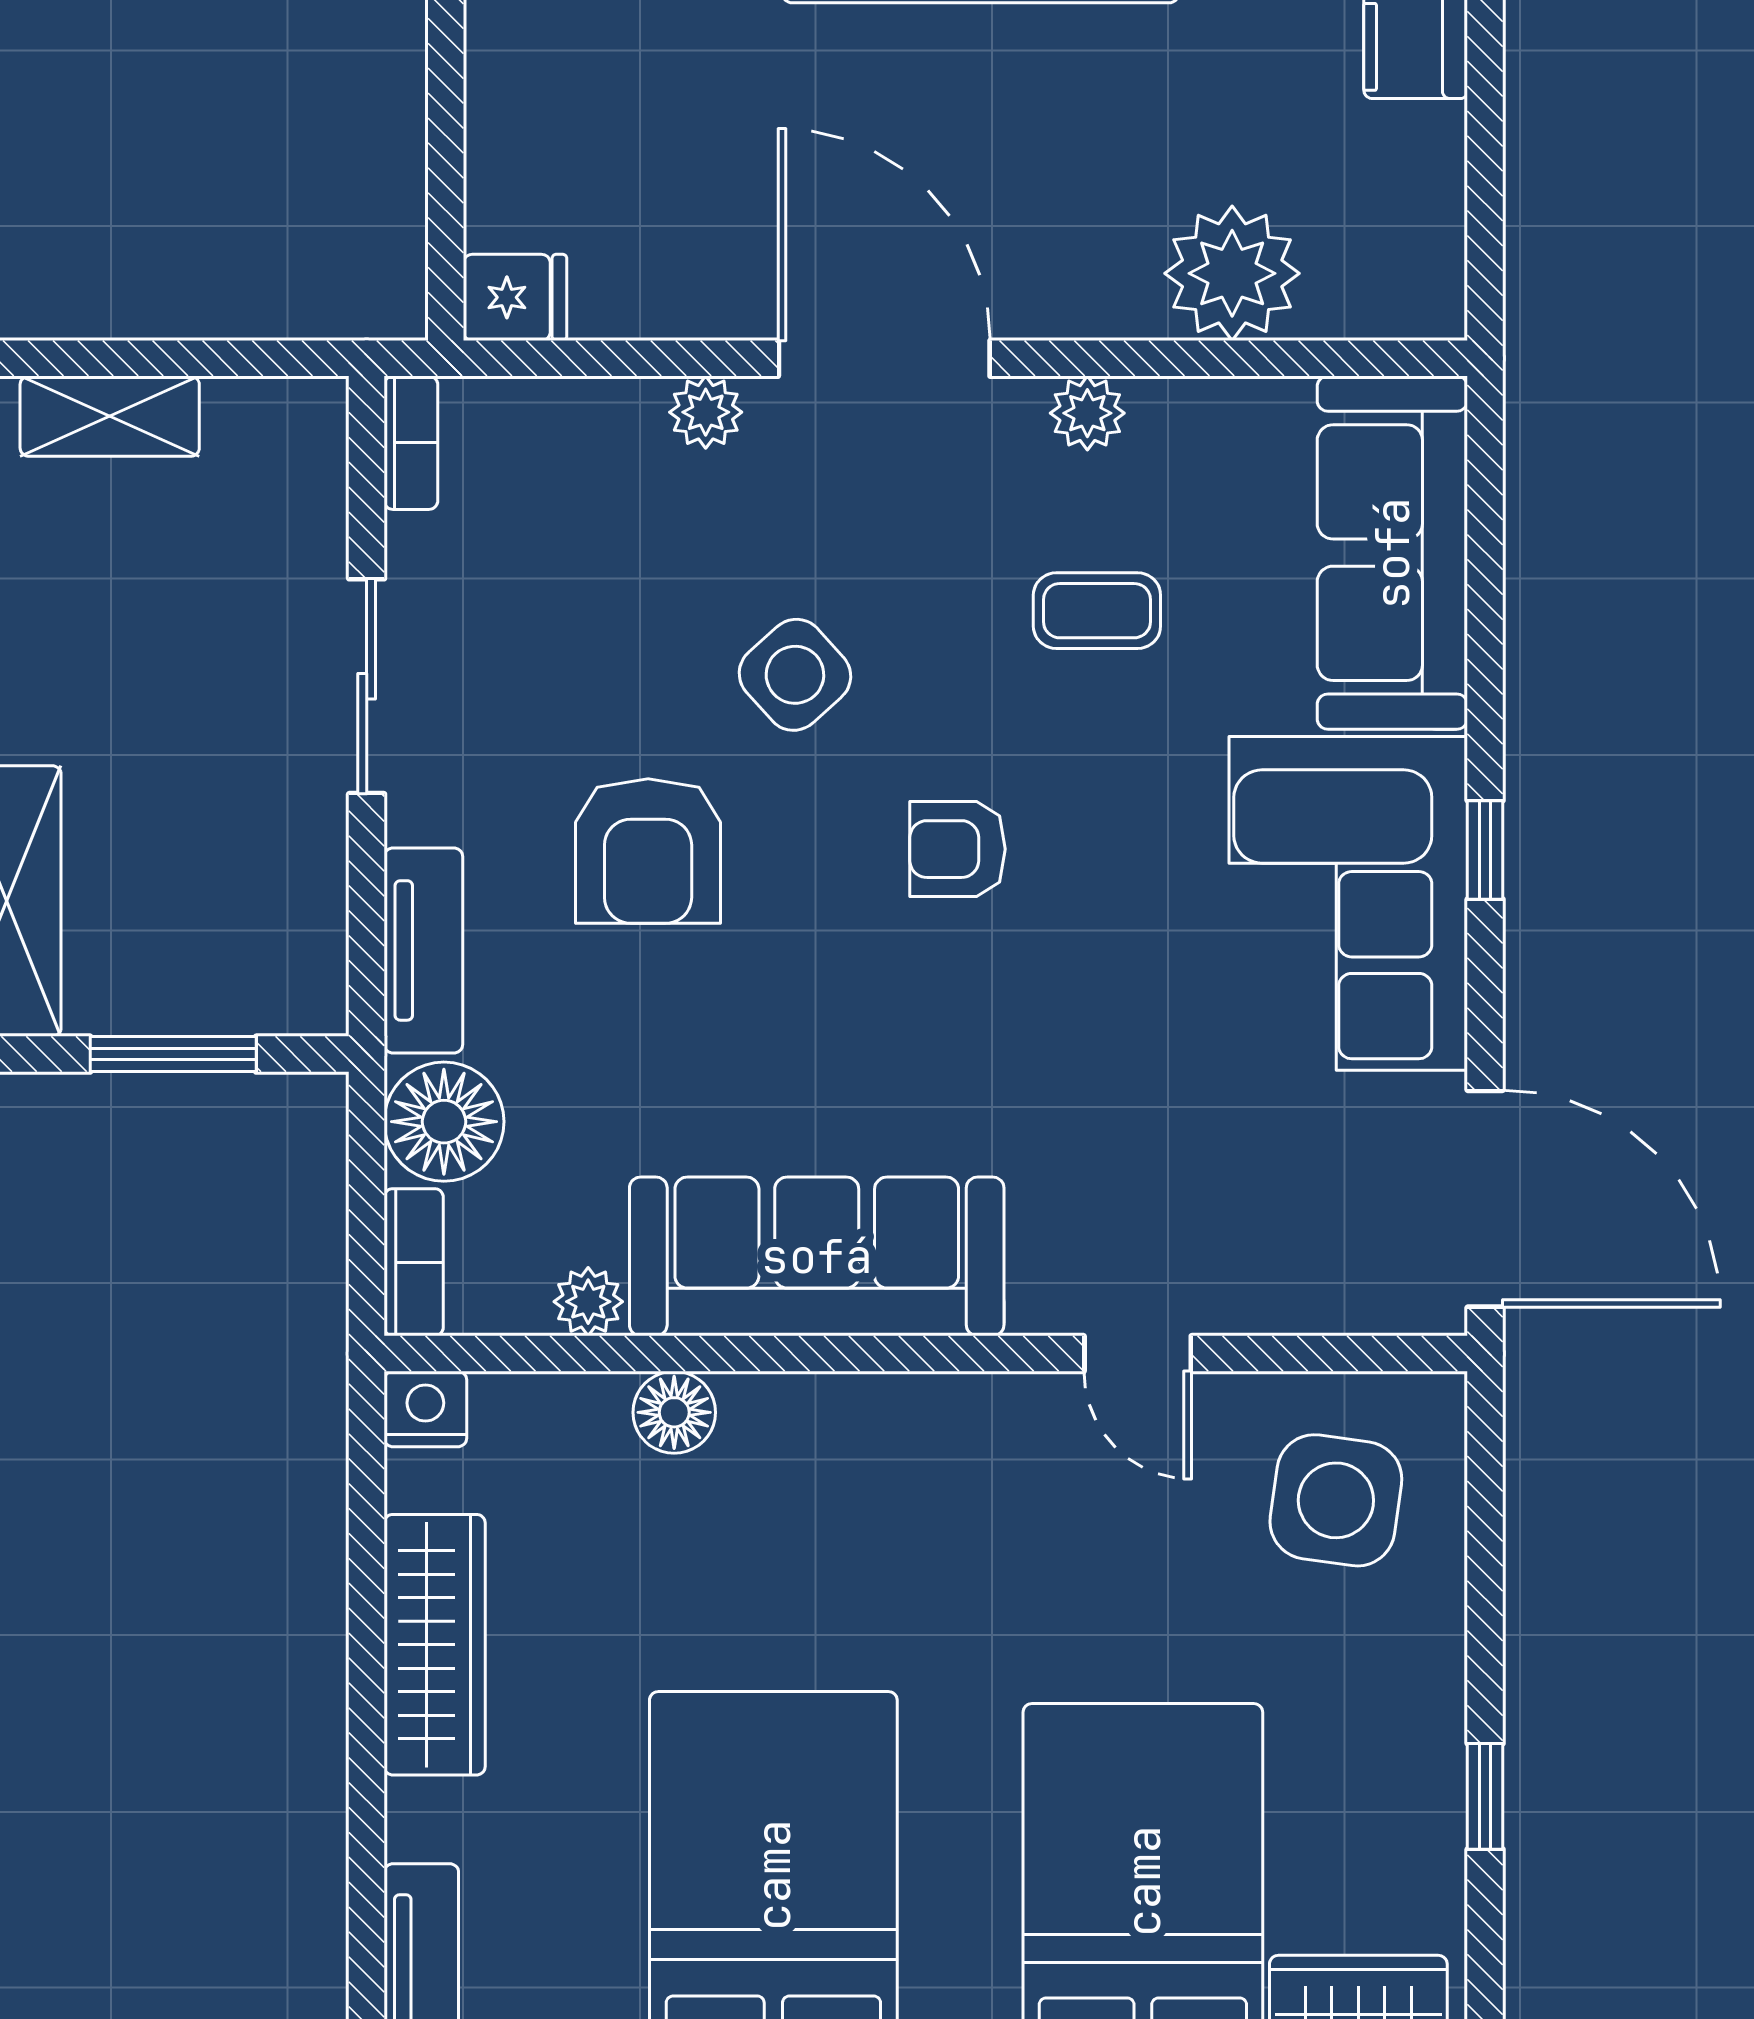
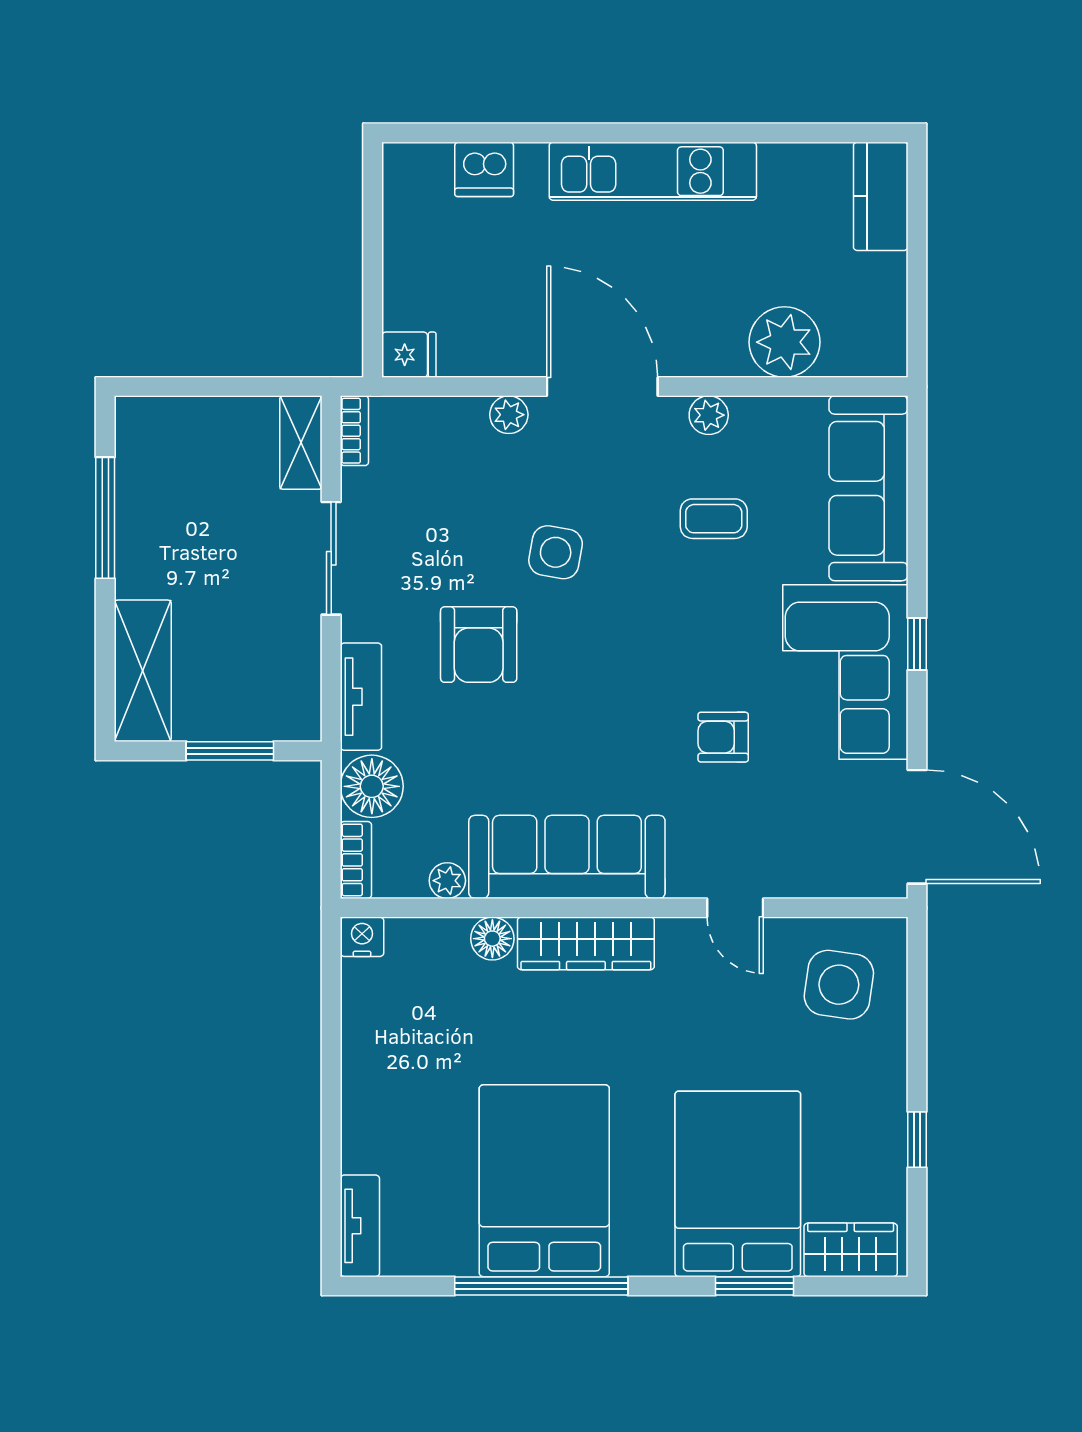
shelving: (110, 416) -> (301, 443), moved, turned 90
side table: (795, 675) -> (556, 552), turned -38
armchair: (958, 849) -> (723, 737), moved
wardrobe: (435, 1645) -> (586, 943), moved, turned 90

